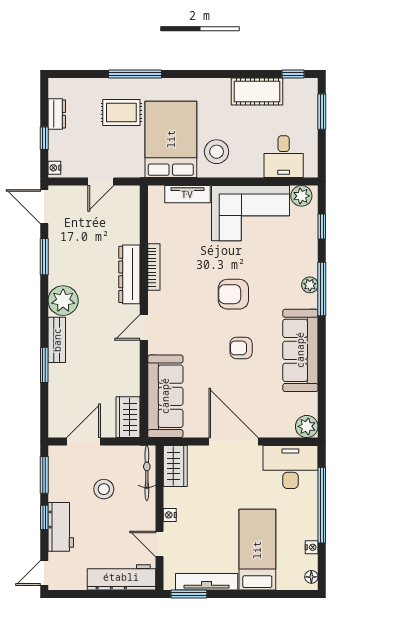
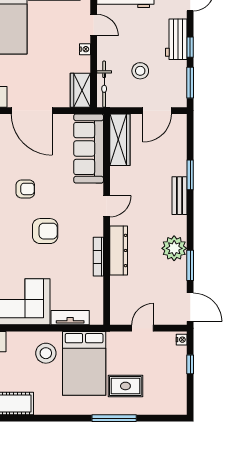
dresser: (57, 114) -> (180, 385), removed
armchair: (233, 294) -> (45, 231), moved
plant: (63, 301) -> (174, 248), moved
wardrobe: (128, 417) -> (120, 140), width x1.50

